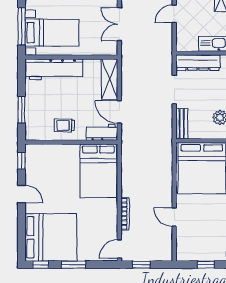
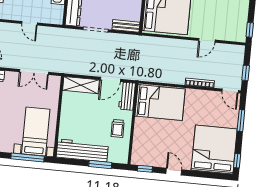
workbench: (54, 69) -> (82, 150), moved, turned -90
door: (21, 194) -> (174, 172), hinge flipped
window: (74, 265) -> (241, 121), moved
window: (206, 265) -> (250, 30), moved

